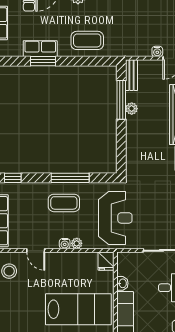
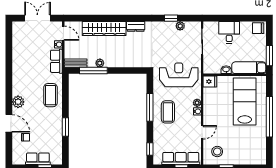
row of seats: (40, 49) -> (56, 61), moved

